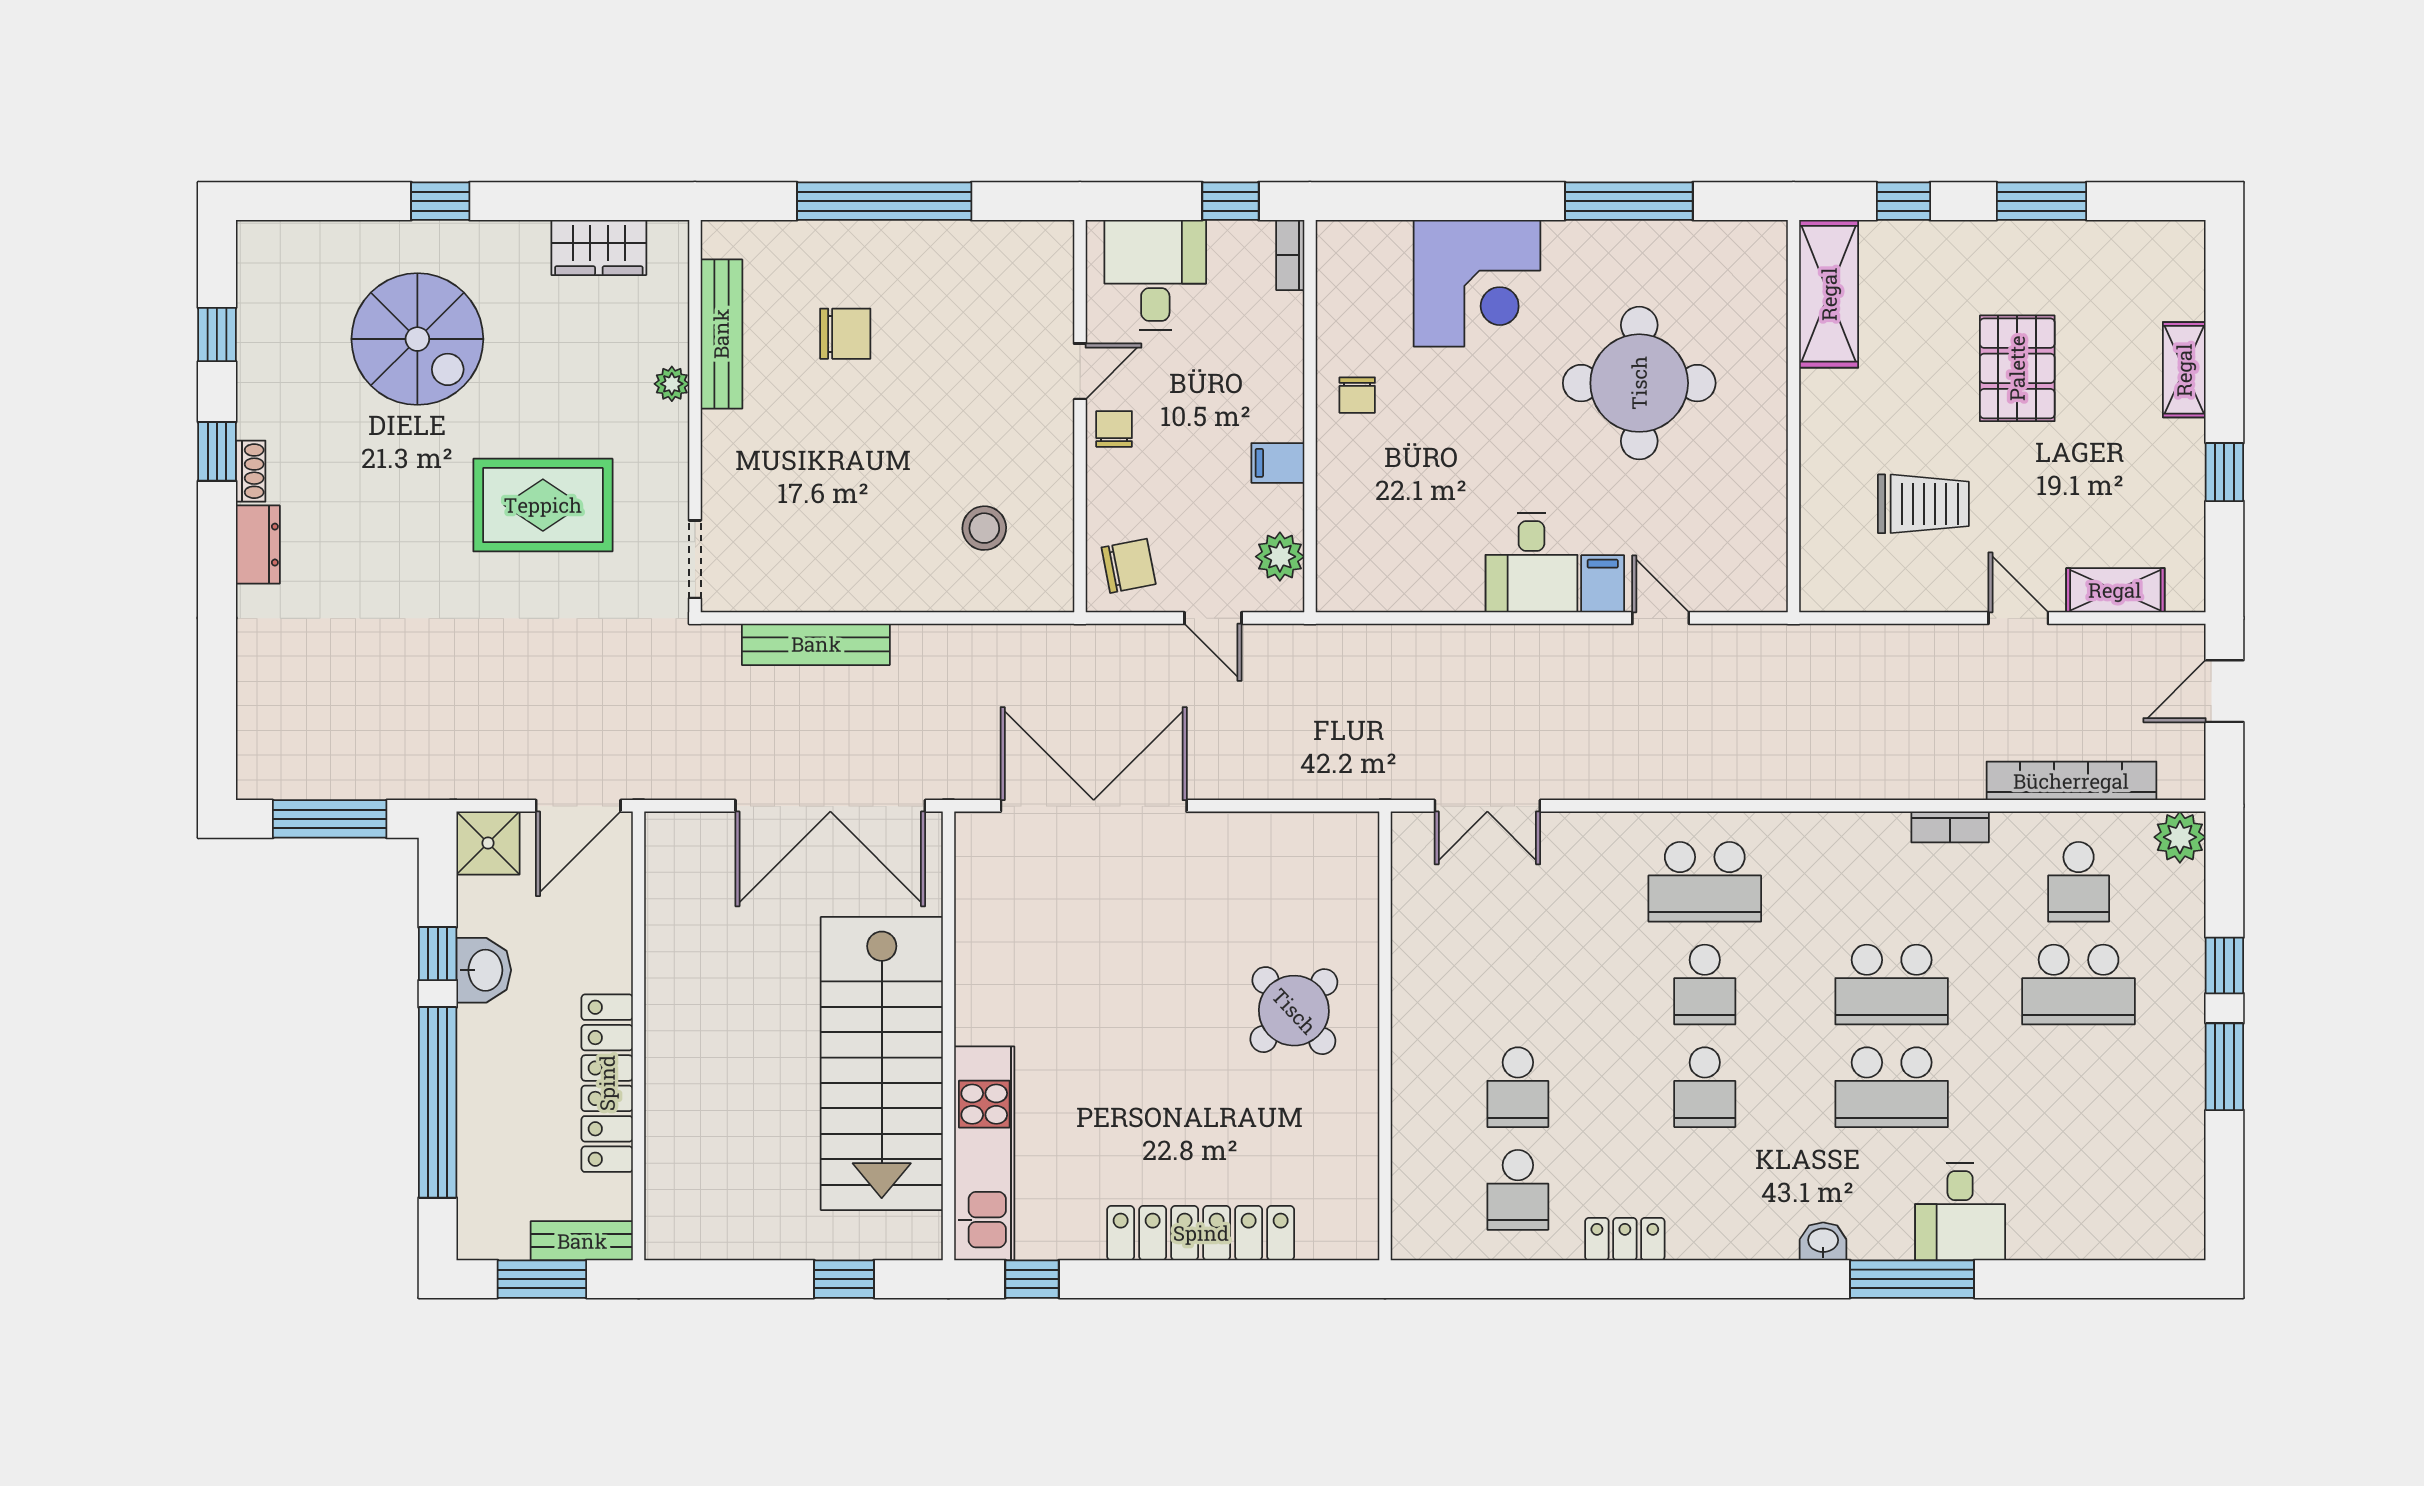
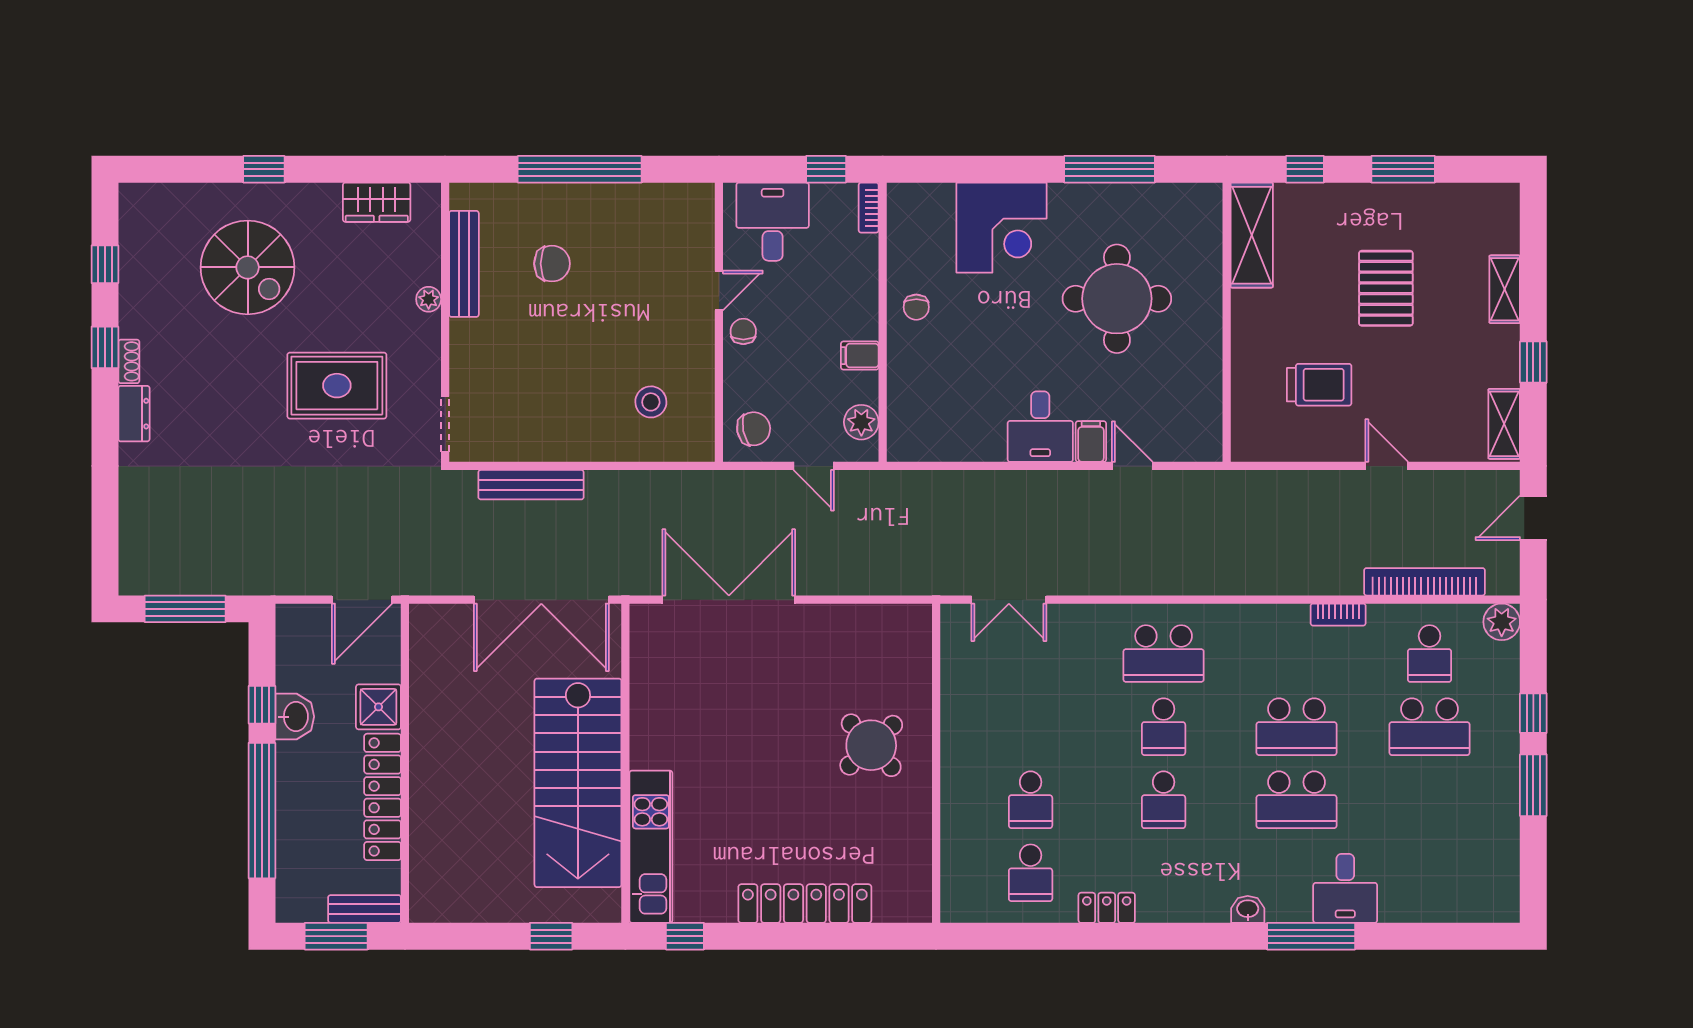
shelving: (2115, 590) -> (1504, 424), moved, turned 90
shower: (488, 843) -> (378, 707), moved

